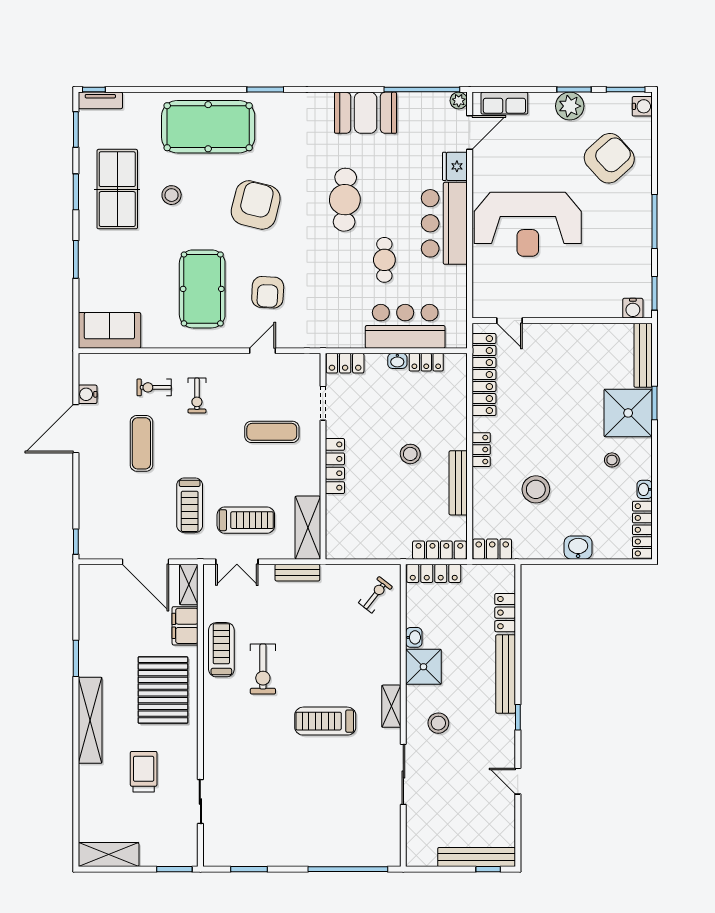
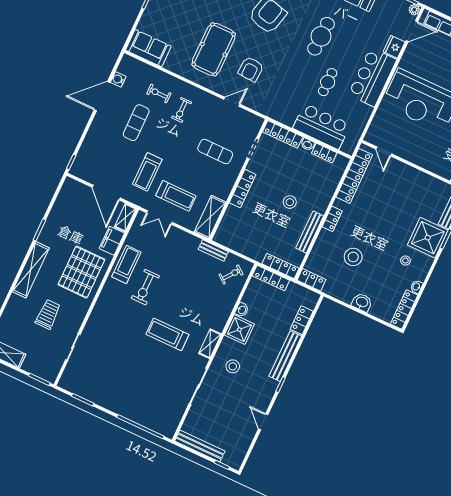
locker: (345, 363) -> (283, 134), width x1.53
bench: (297, 573) -> (213, 250), moved
bench: (477, 857) -> (200, 446), moved

